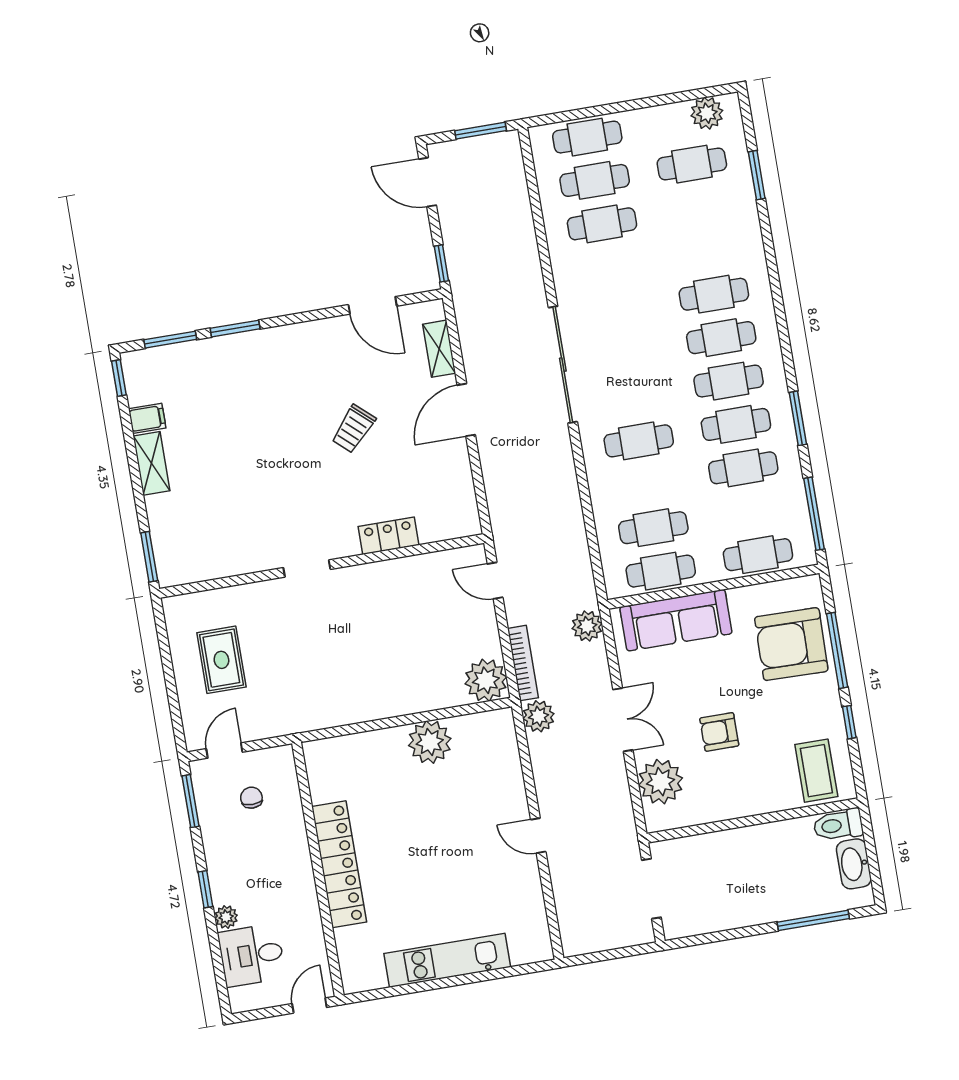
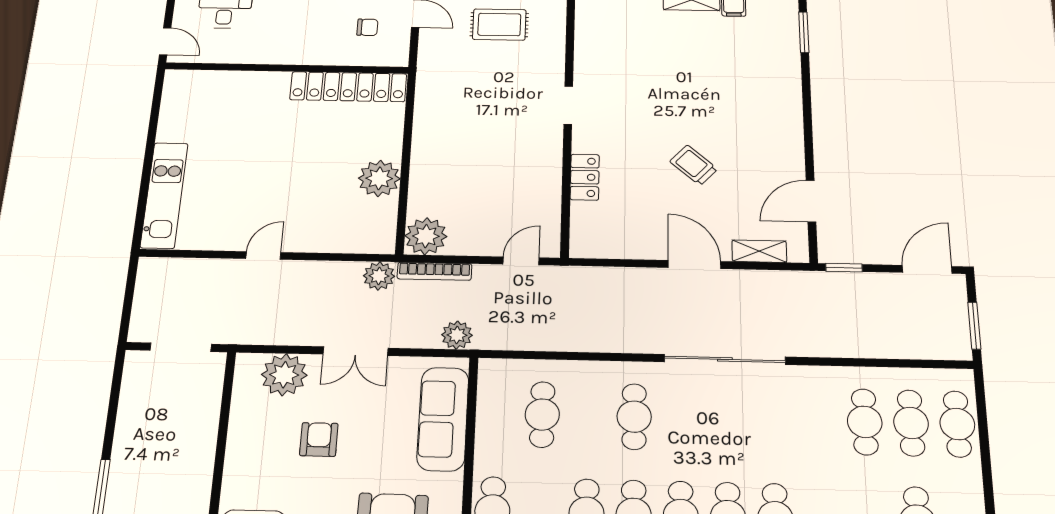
window: (235, 329) -> (806, 85), removed
cafe table: (661, 571) -> (496, 413), removed
locker: (339, 864) -> (348, 87), moved
kitchen unit: (447, 960) -> (164, 195), moved

